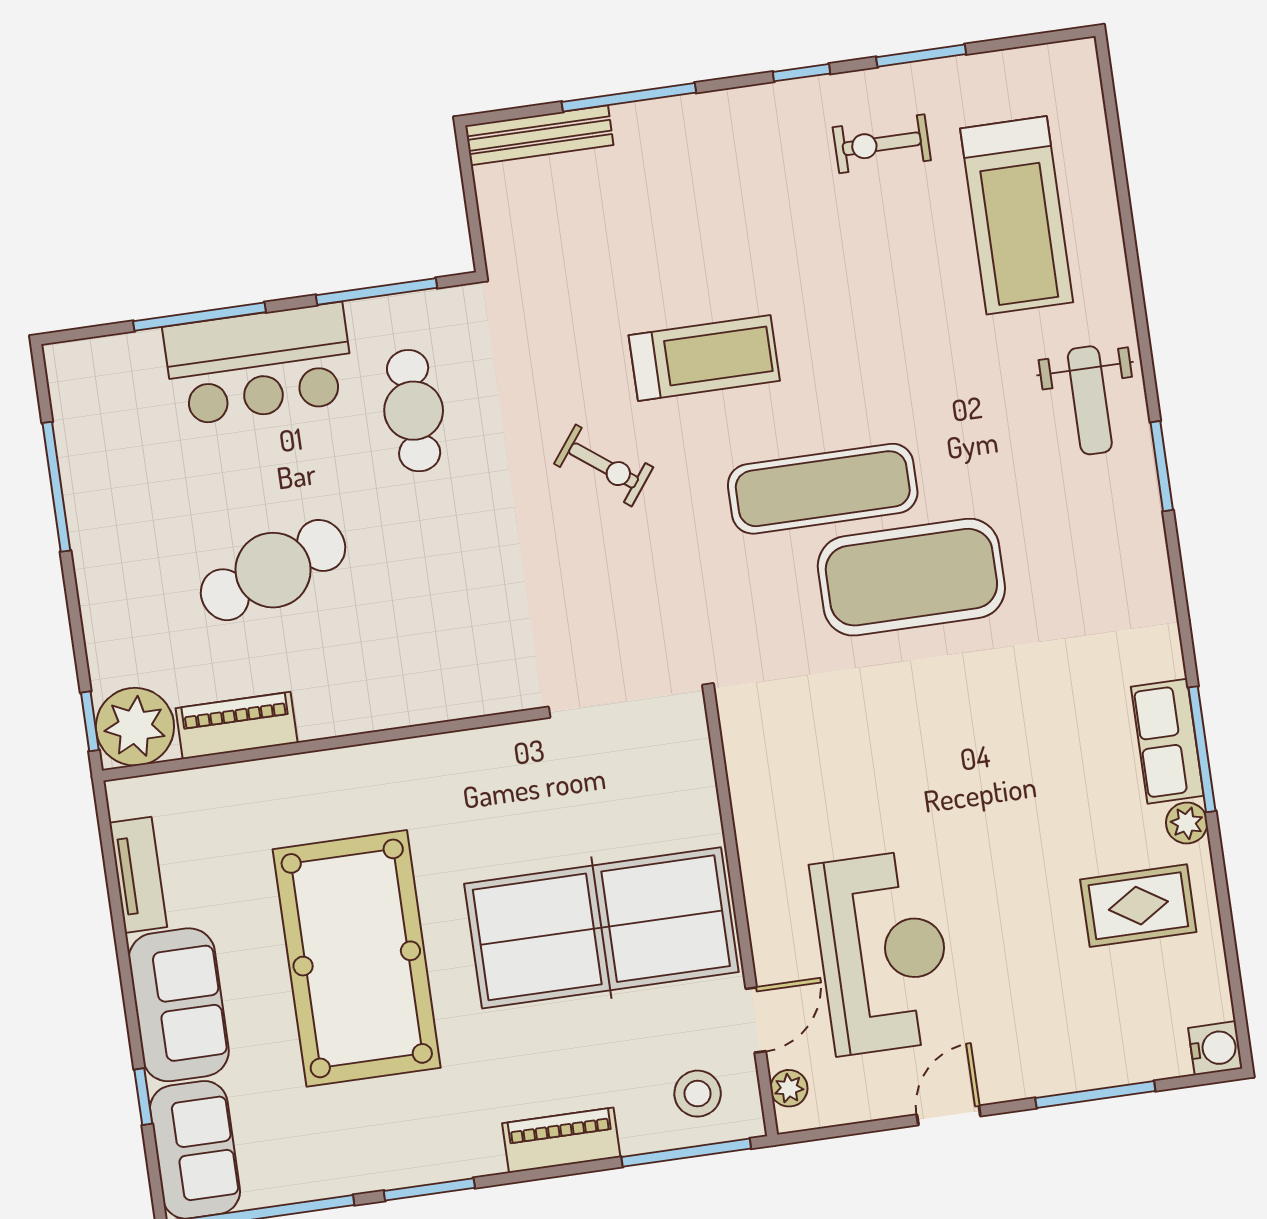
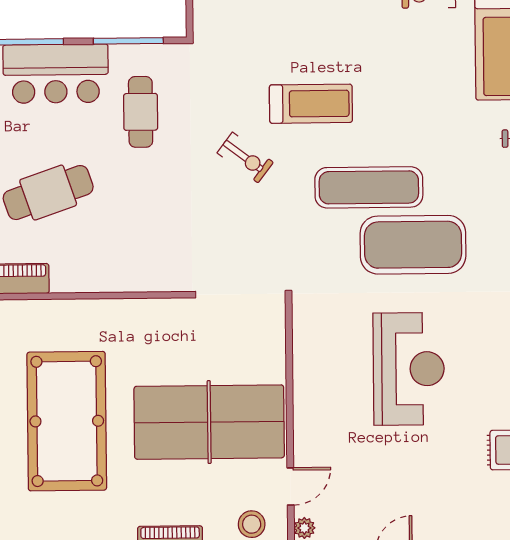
reception desk: (883, 952) -> (409, 369), moved

